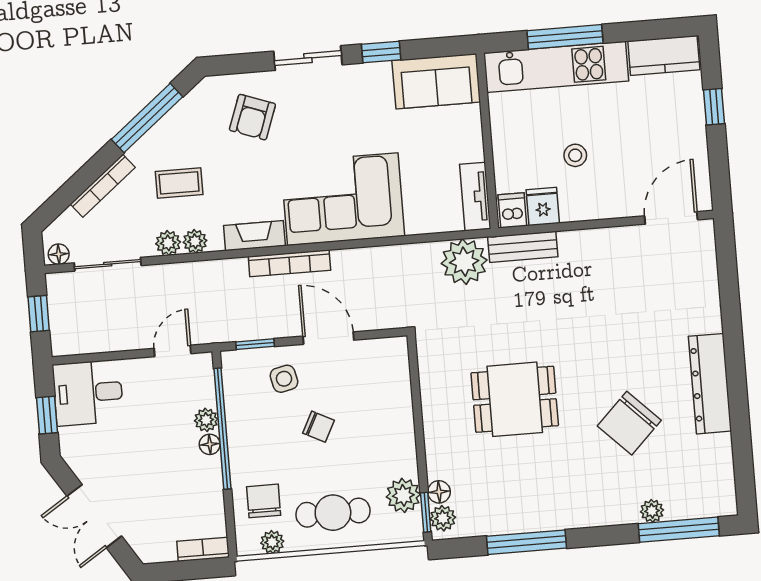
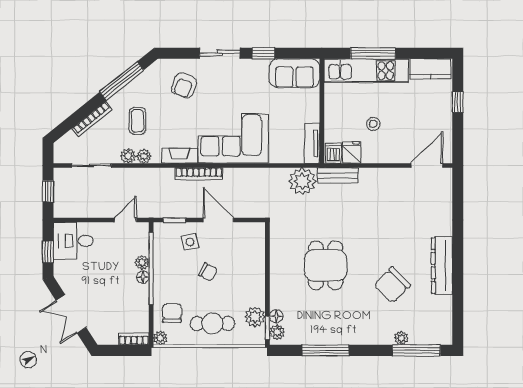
coffee table: (179, 183) -> (137, 121), turned 90
floor lamp: (59, 254) -> (63, 157), removed
dining table: (515, 399) -> (326, 265), turned 90
plant: (272, 542) -> (160, 338), moved

